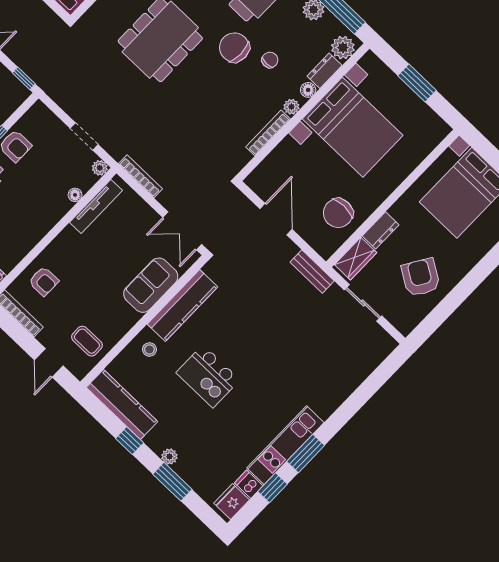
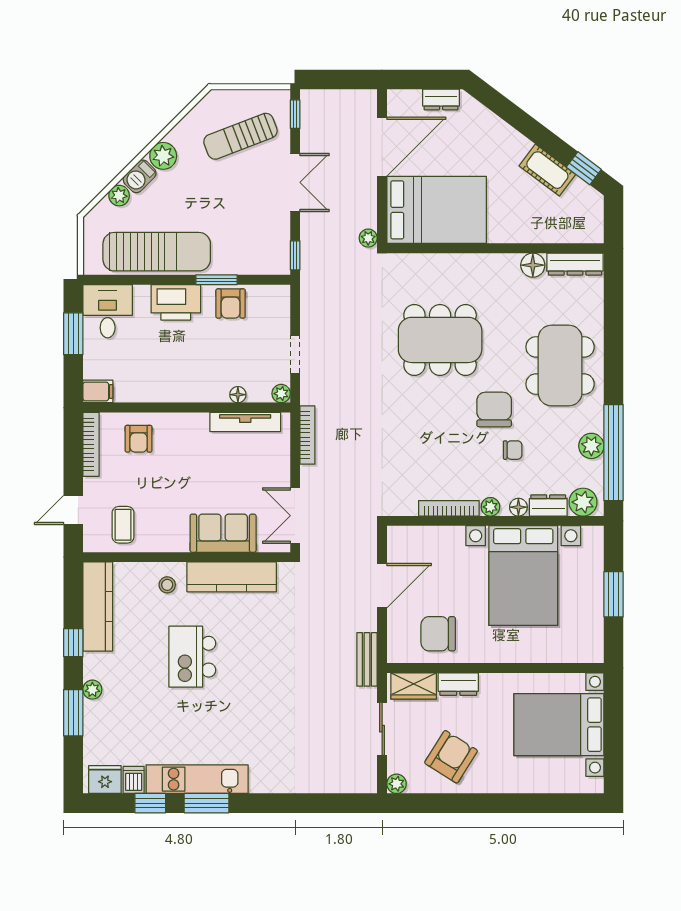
plant: (56, 24) -> (368, 238), added
plant: (405, 326) -> (397, 784), added

